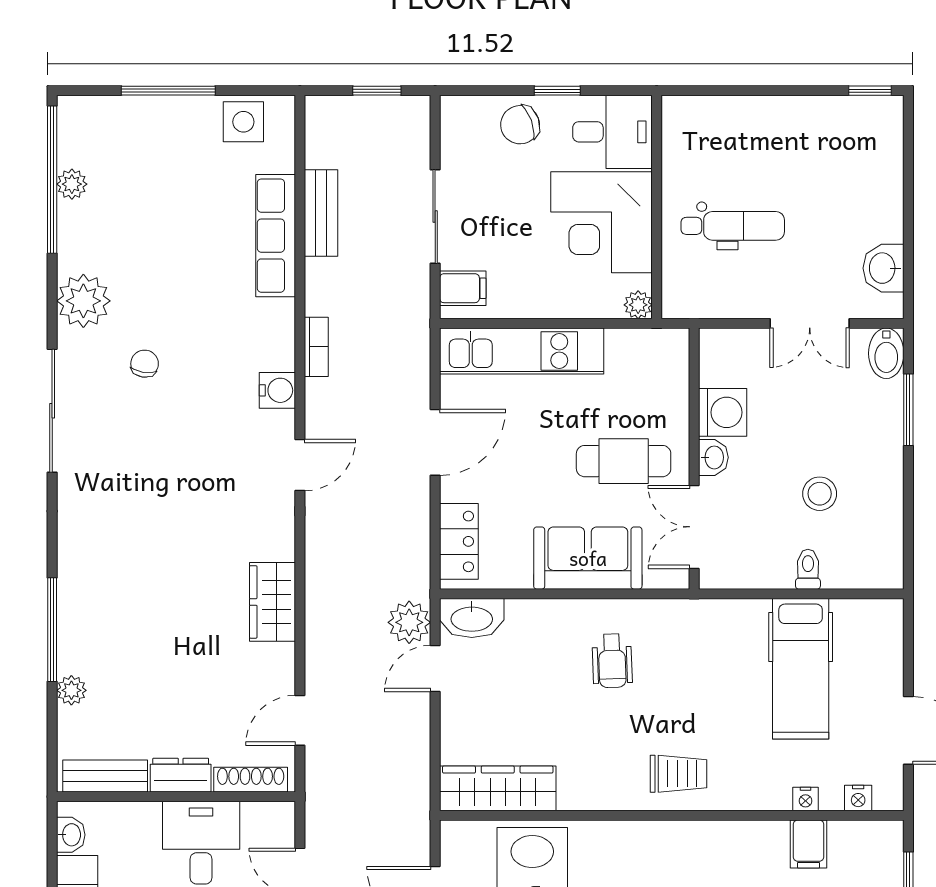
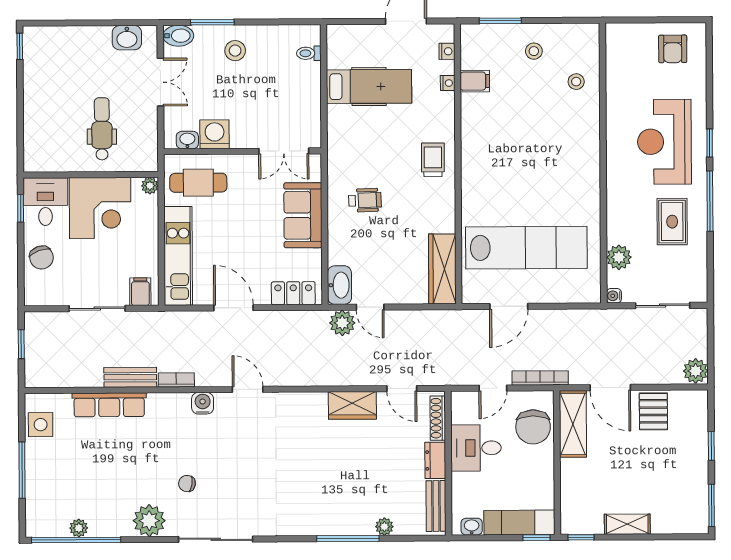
window: (557, 91) -> (21, 208), moved
bench: (321, 213) -> (130, 377), moved
washbasin: (713, 457) -> (187, 140), moved
cafe table: (624, 461) -> (198, 183), moved, turned 90
stool: (820, 494) -> (235, 51), moved
toilet: (808, 569) -> (309, 53), moved
wardrobe: (272, 602) -> (352, 405), moved

